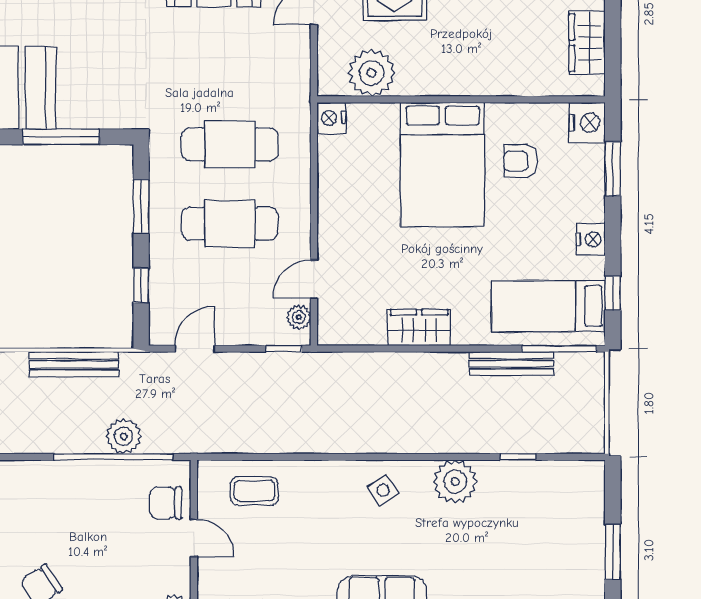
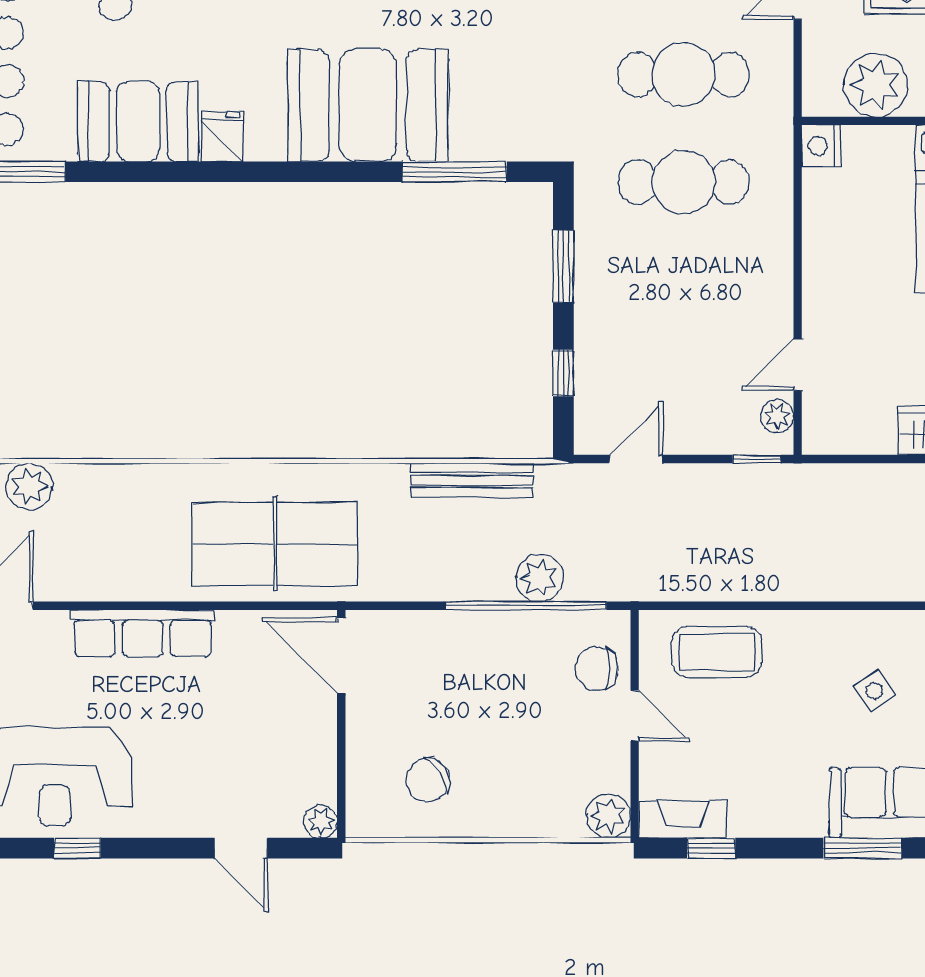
cafe table: (230, 224) -> (684, 74), moved
side table: (383, 490) -> (874, 691), moved
coffee table: (254, 491) -> (717, 652), width x1.36, depth x1.30

